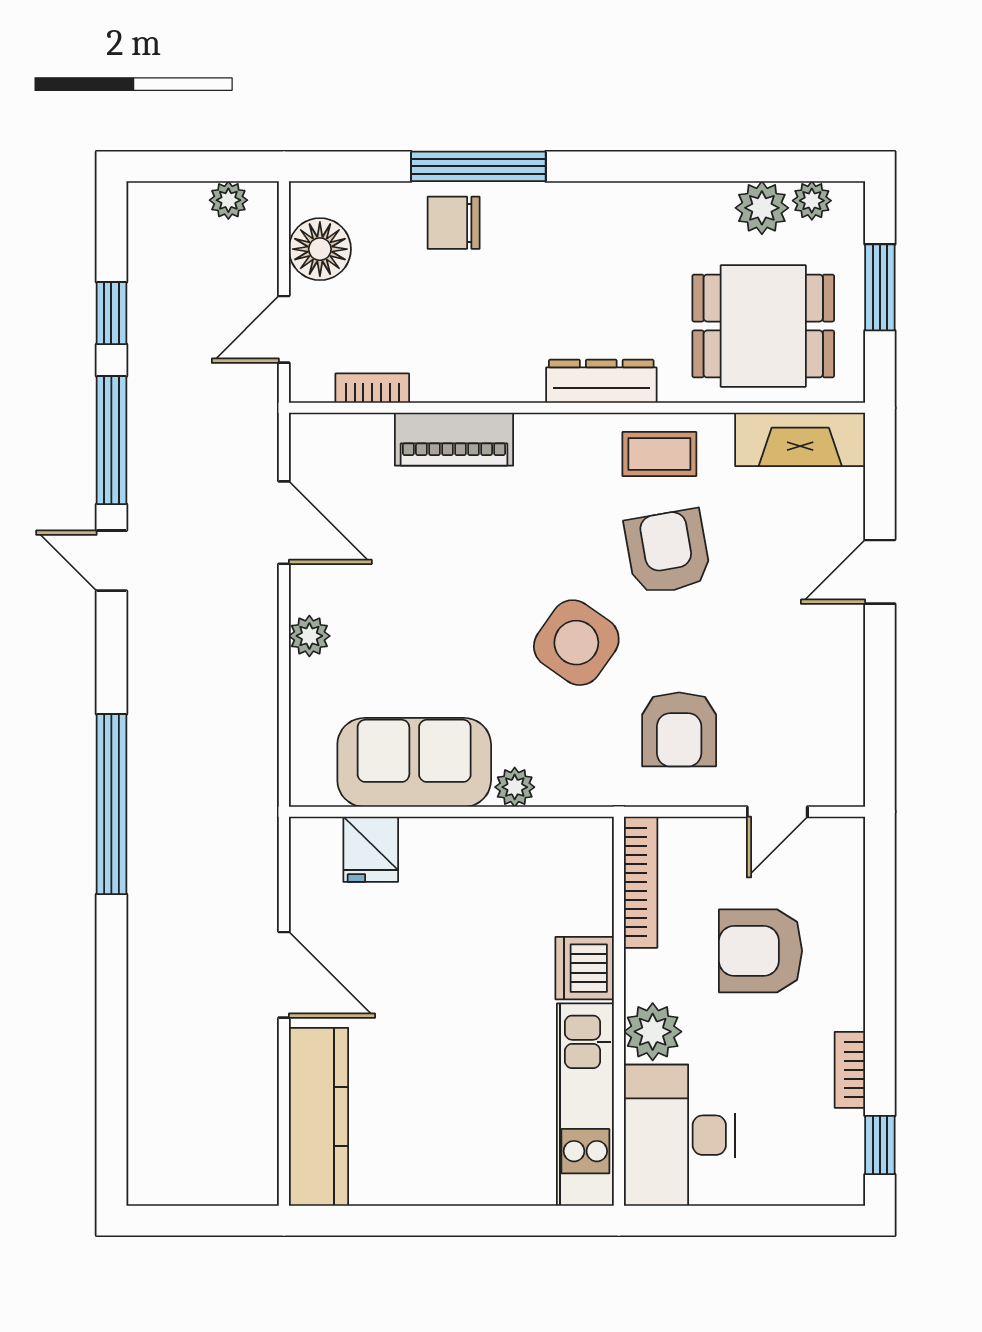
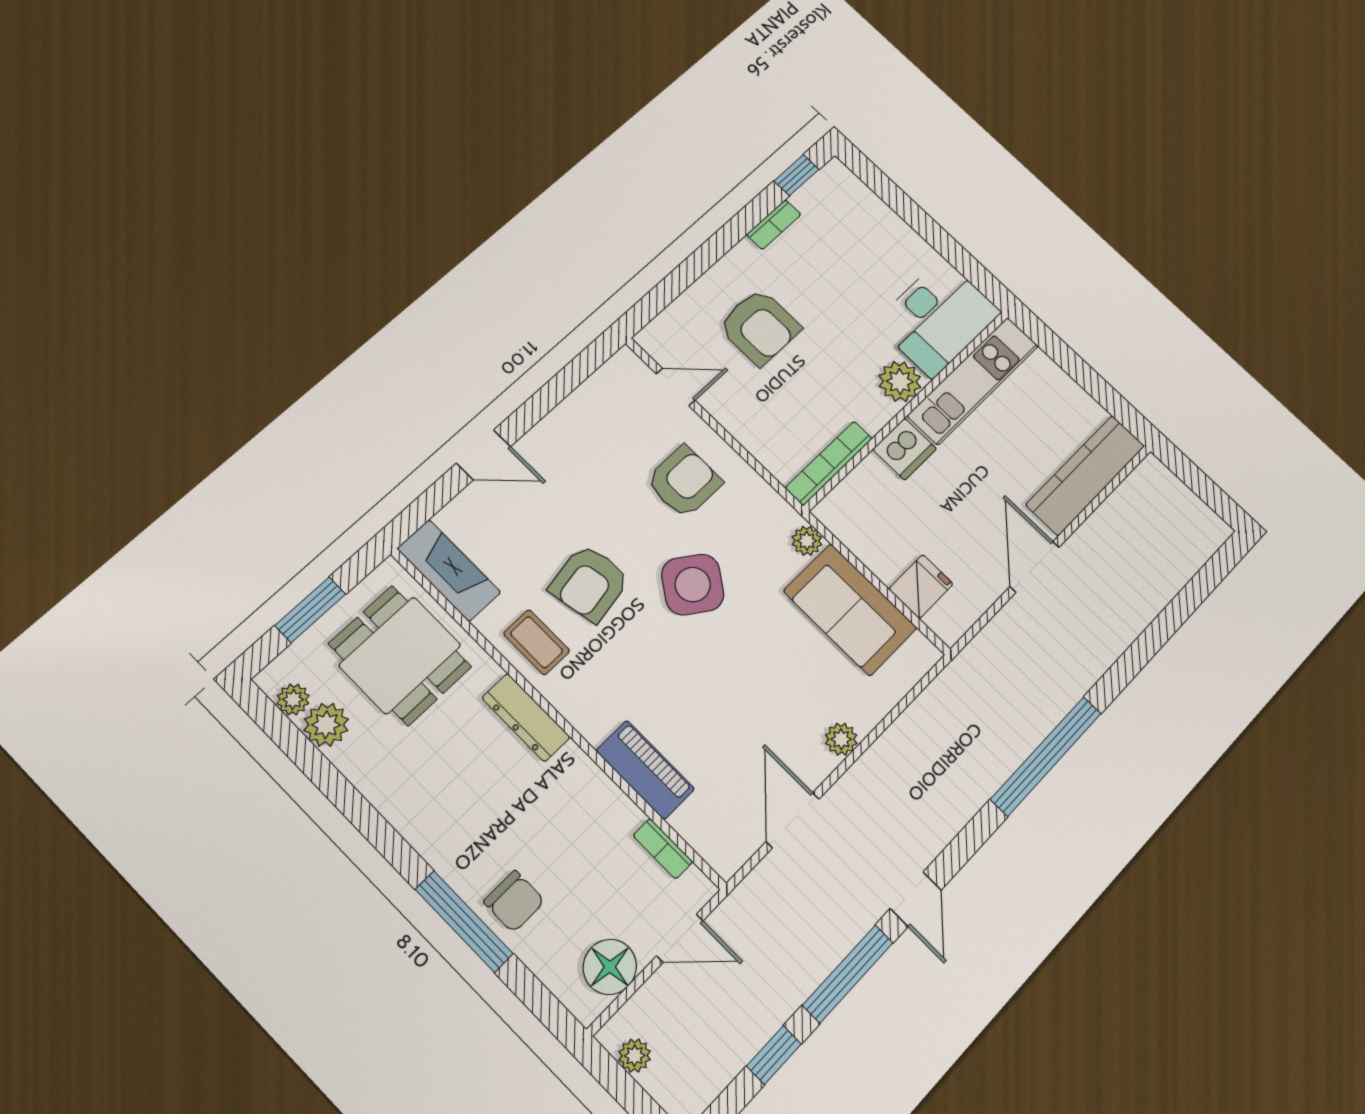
bookcase: (641, 882) -> (829, 463), moved
dishwasher: (585, 968) -> (905, 449), moved
wall: (619, 1011) -> (908, 409), moved
plant: (653, 1032) -> (900, 382), moved
kitchen unit: (585, 1105) -> (973, 381), moved
desk: (679, 1135) -> (938, 318), moved

